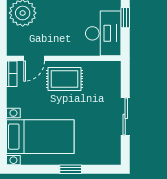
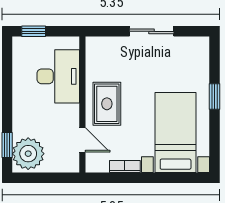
desk: (103, 33) -> (58, 76), moved, turned 90
bookcase: (12, 74) -> (125, 167), moved

